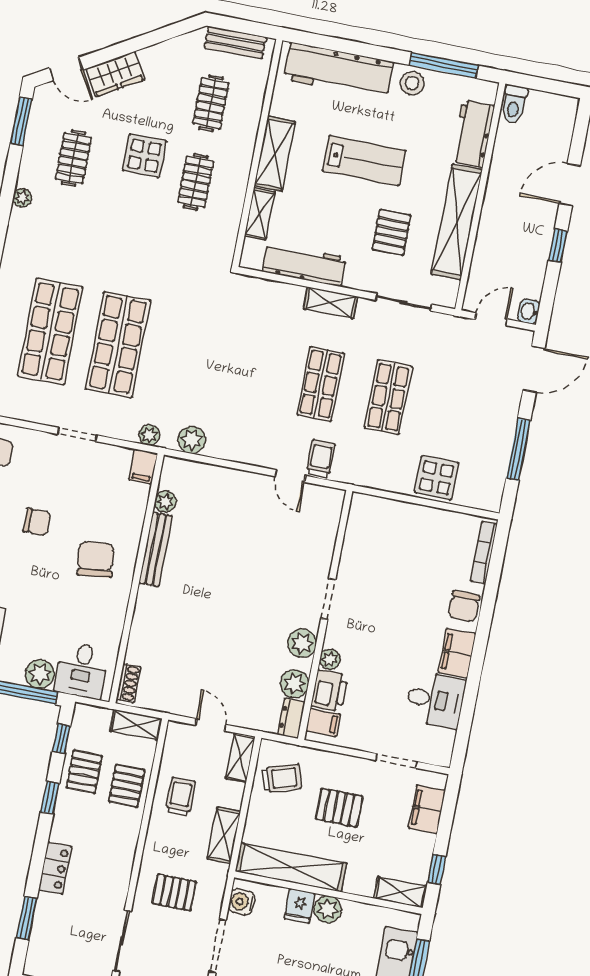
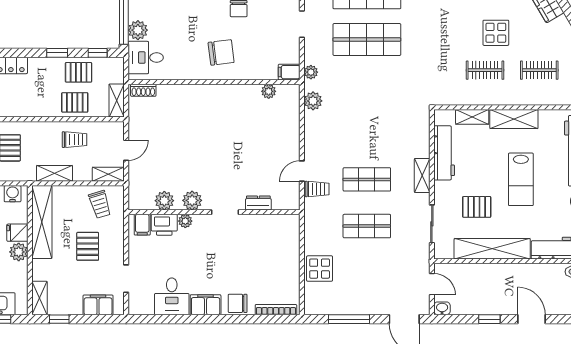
bench: (156, 549) -> (236, 91), removed
dresser: (291, 718) -> (258, 203), moved

